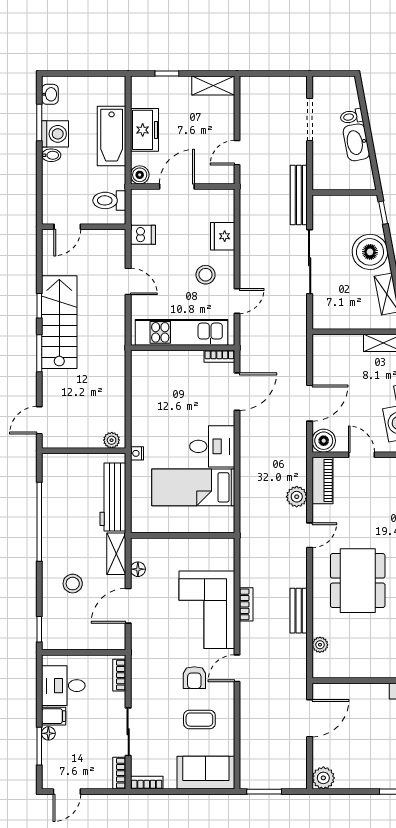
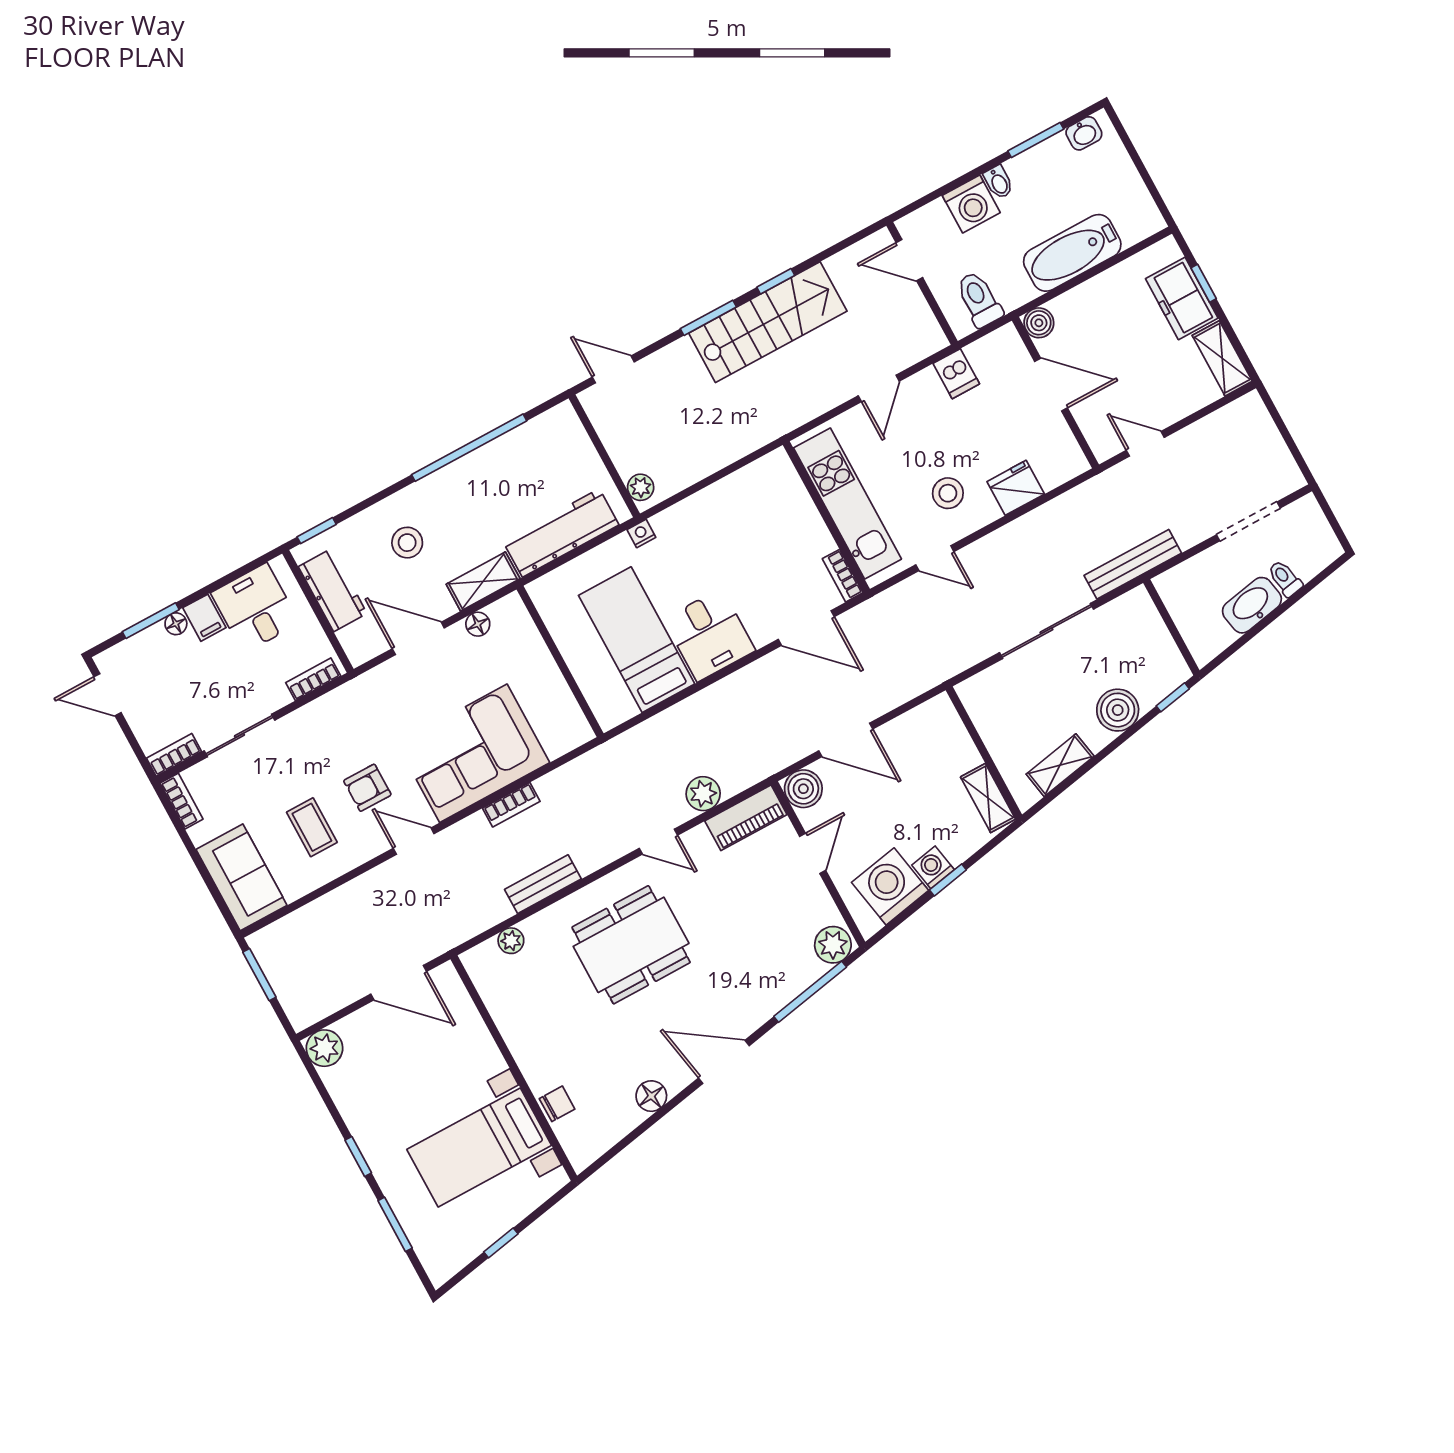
freezer: (144, 130) -> (1182, 298), moved, turned 90
washing machine: (55, 134) -> (971, 204), moved
boiler: (370, 252) -> (1118, 710), width x0.73, depth x0.73
workbench: (76, 638) -> (333, 590), added

